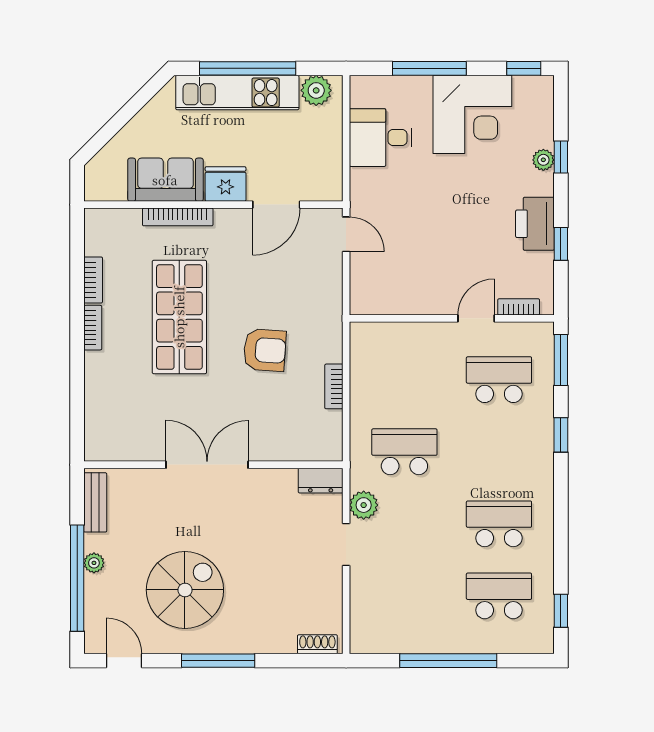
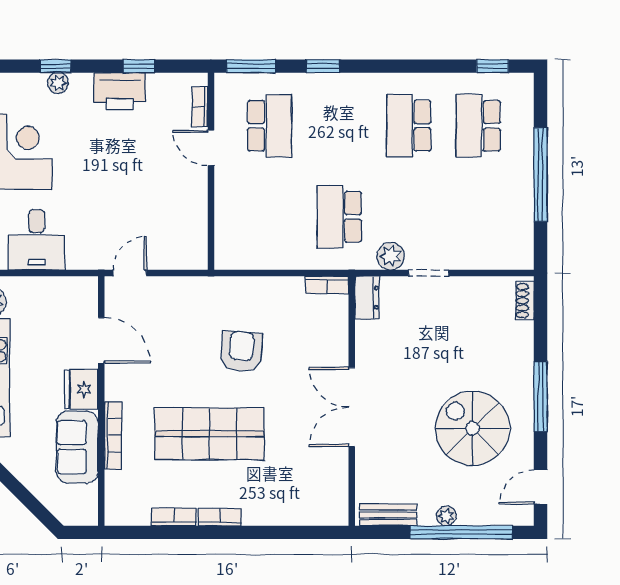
school desk: (499, 380) -> (270, 126), turned 180
bookcase: (334, 386) -> (327, 285), moved

